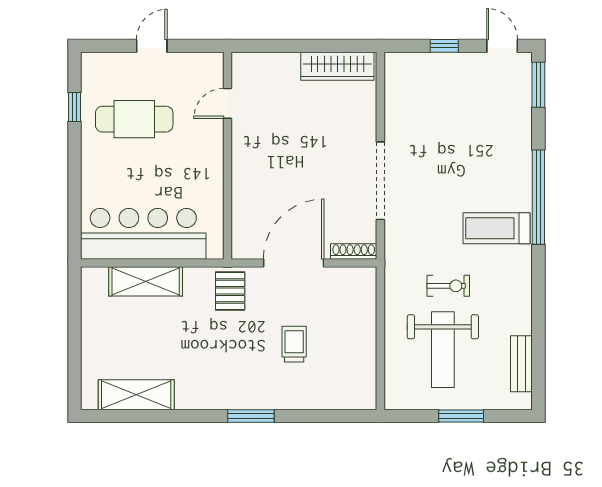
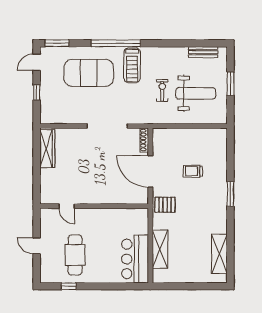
exercise mat: (482, 145) -> (89, 73), added
bar counter: (143, 234) -> (135, 259), width x0.73

